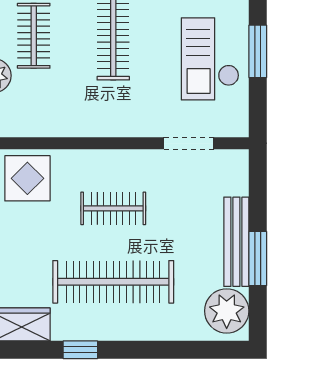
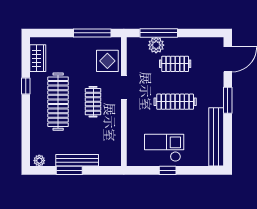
window: (258, 51) -> (168, 170), width x0.67
doorway: (189, 143) -> (124, 87), moved
plant: (227, 311) -> (39, 161), width x0.53, depth x0.53

